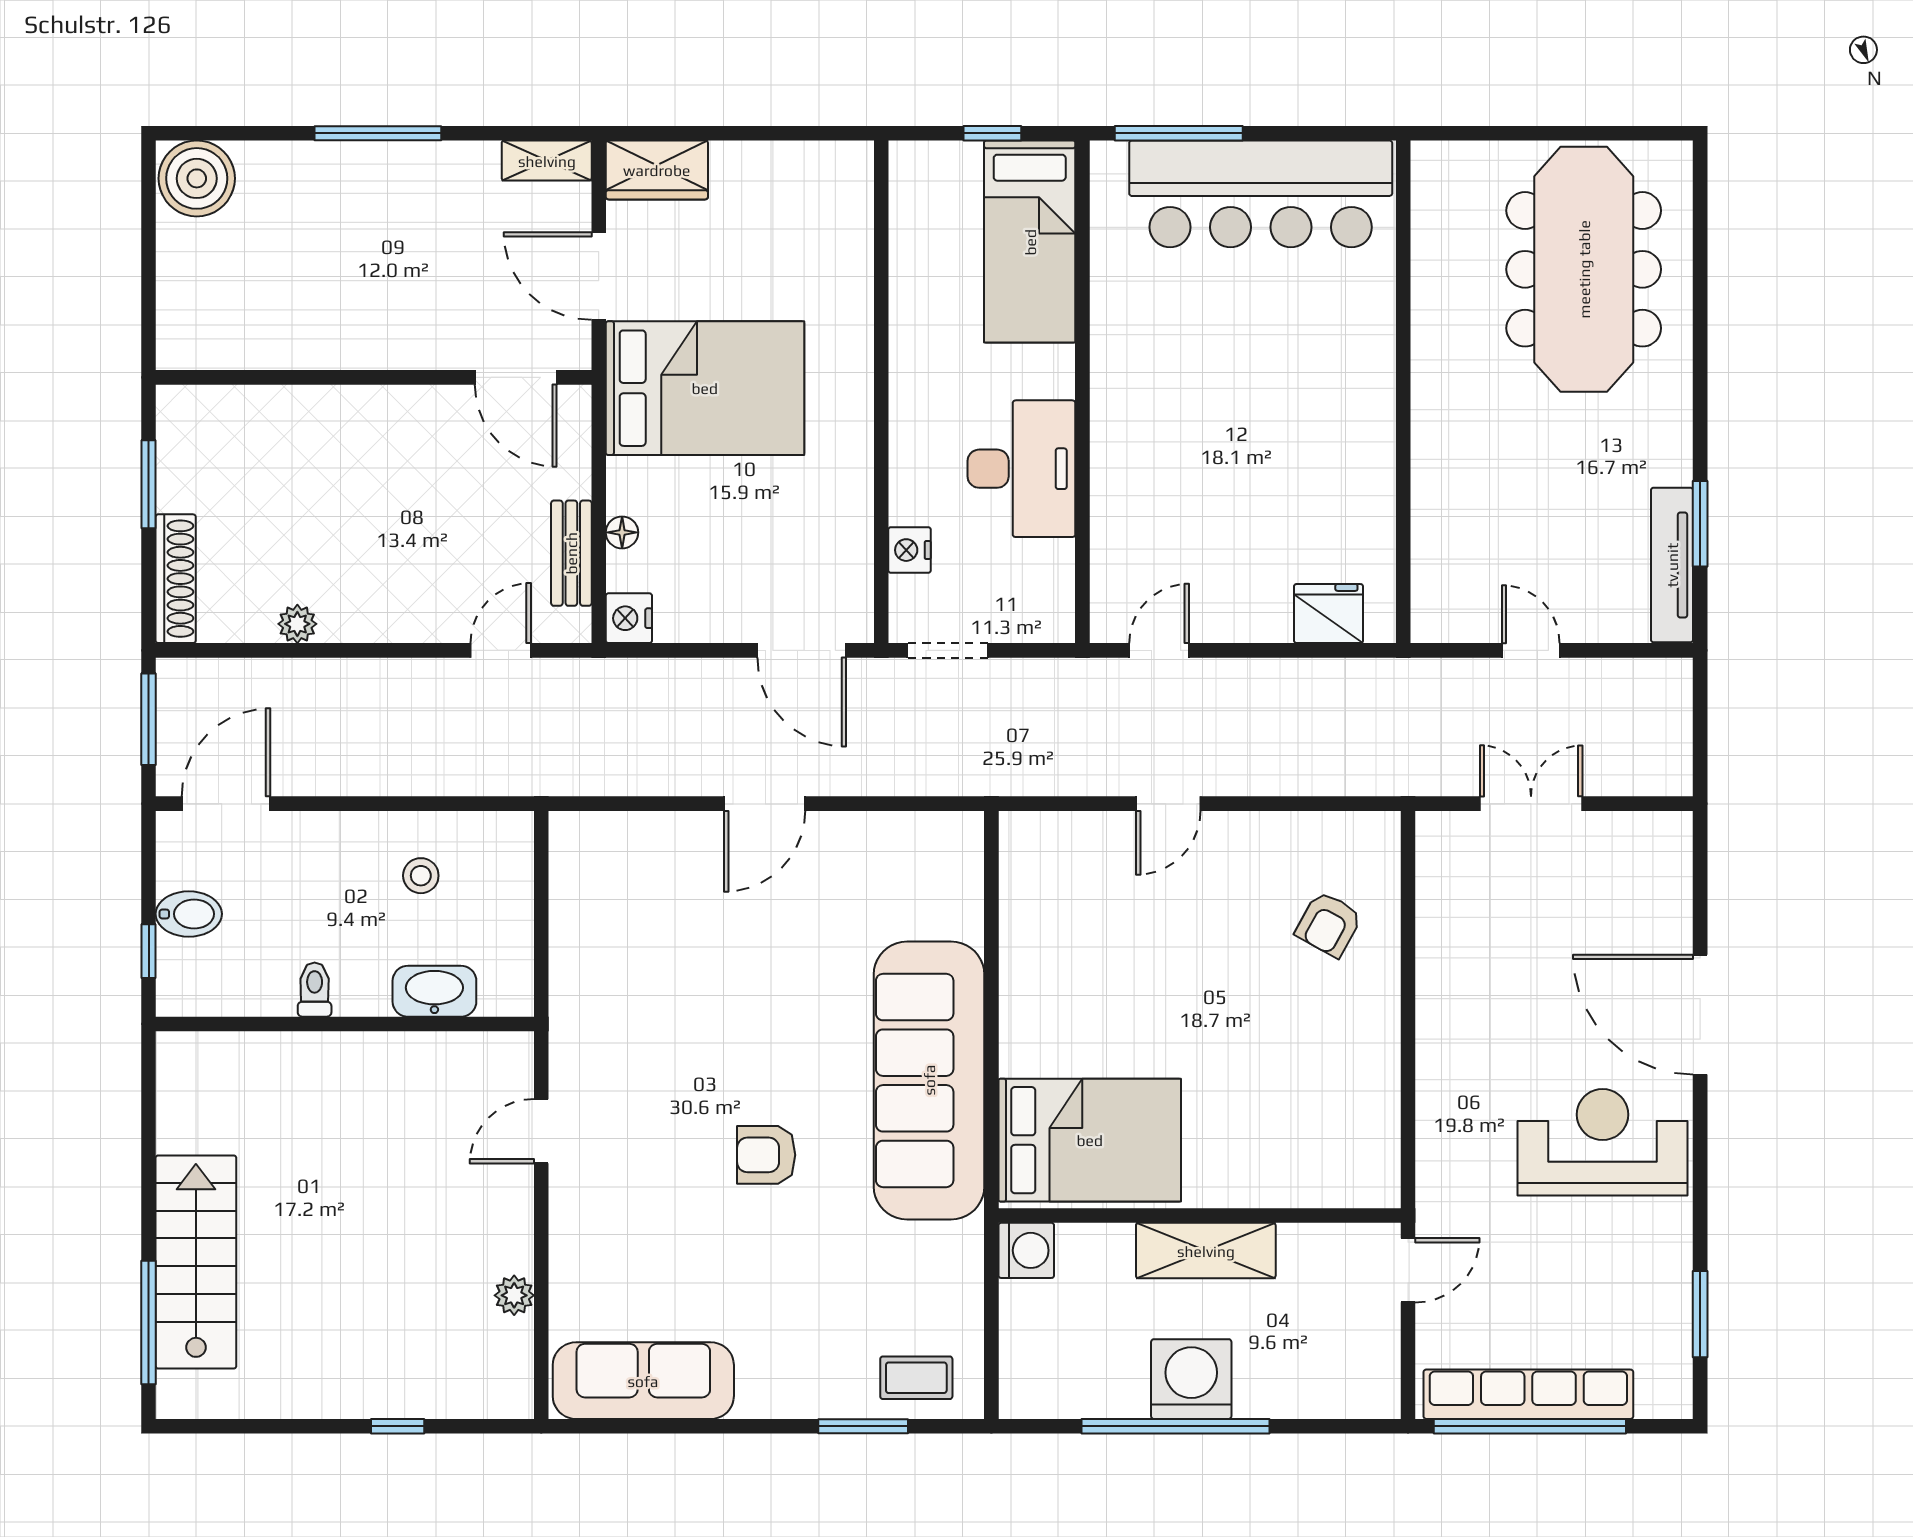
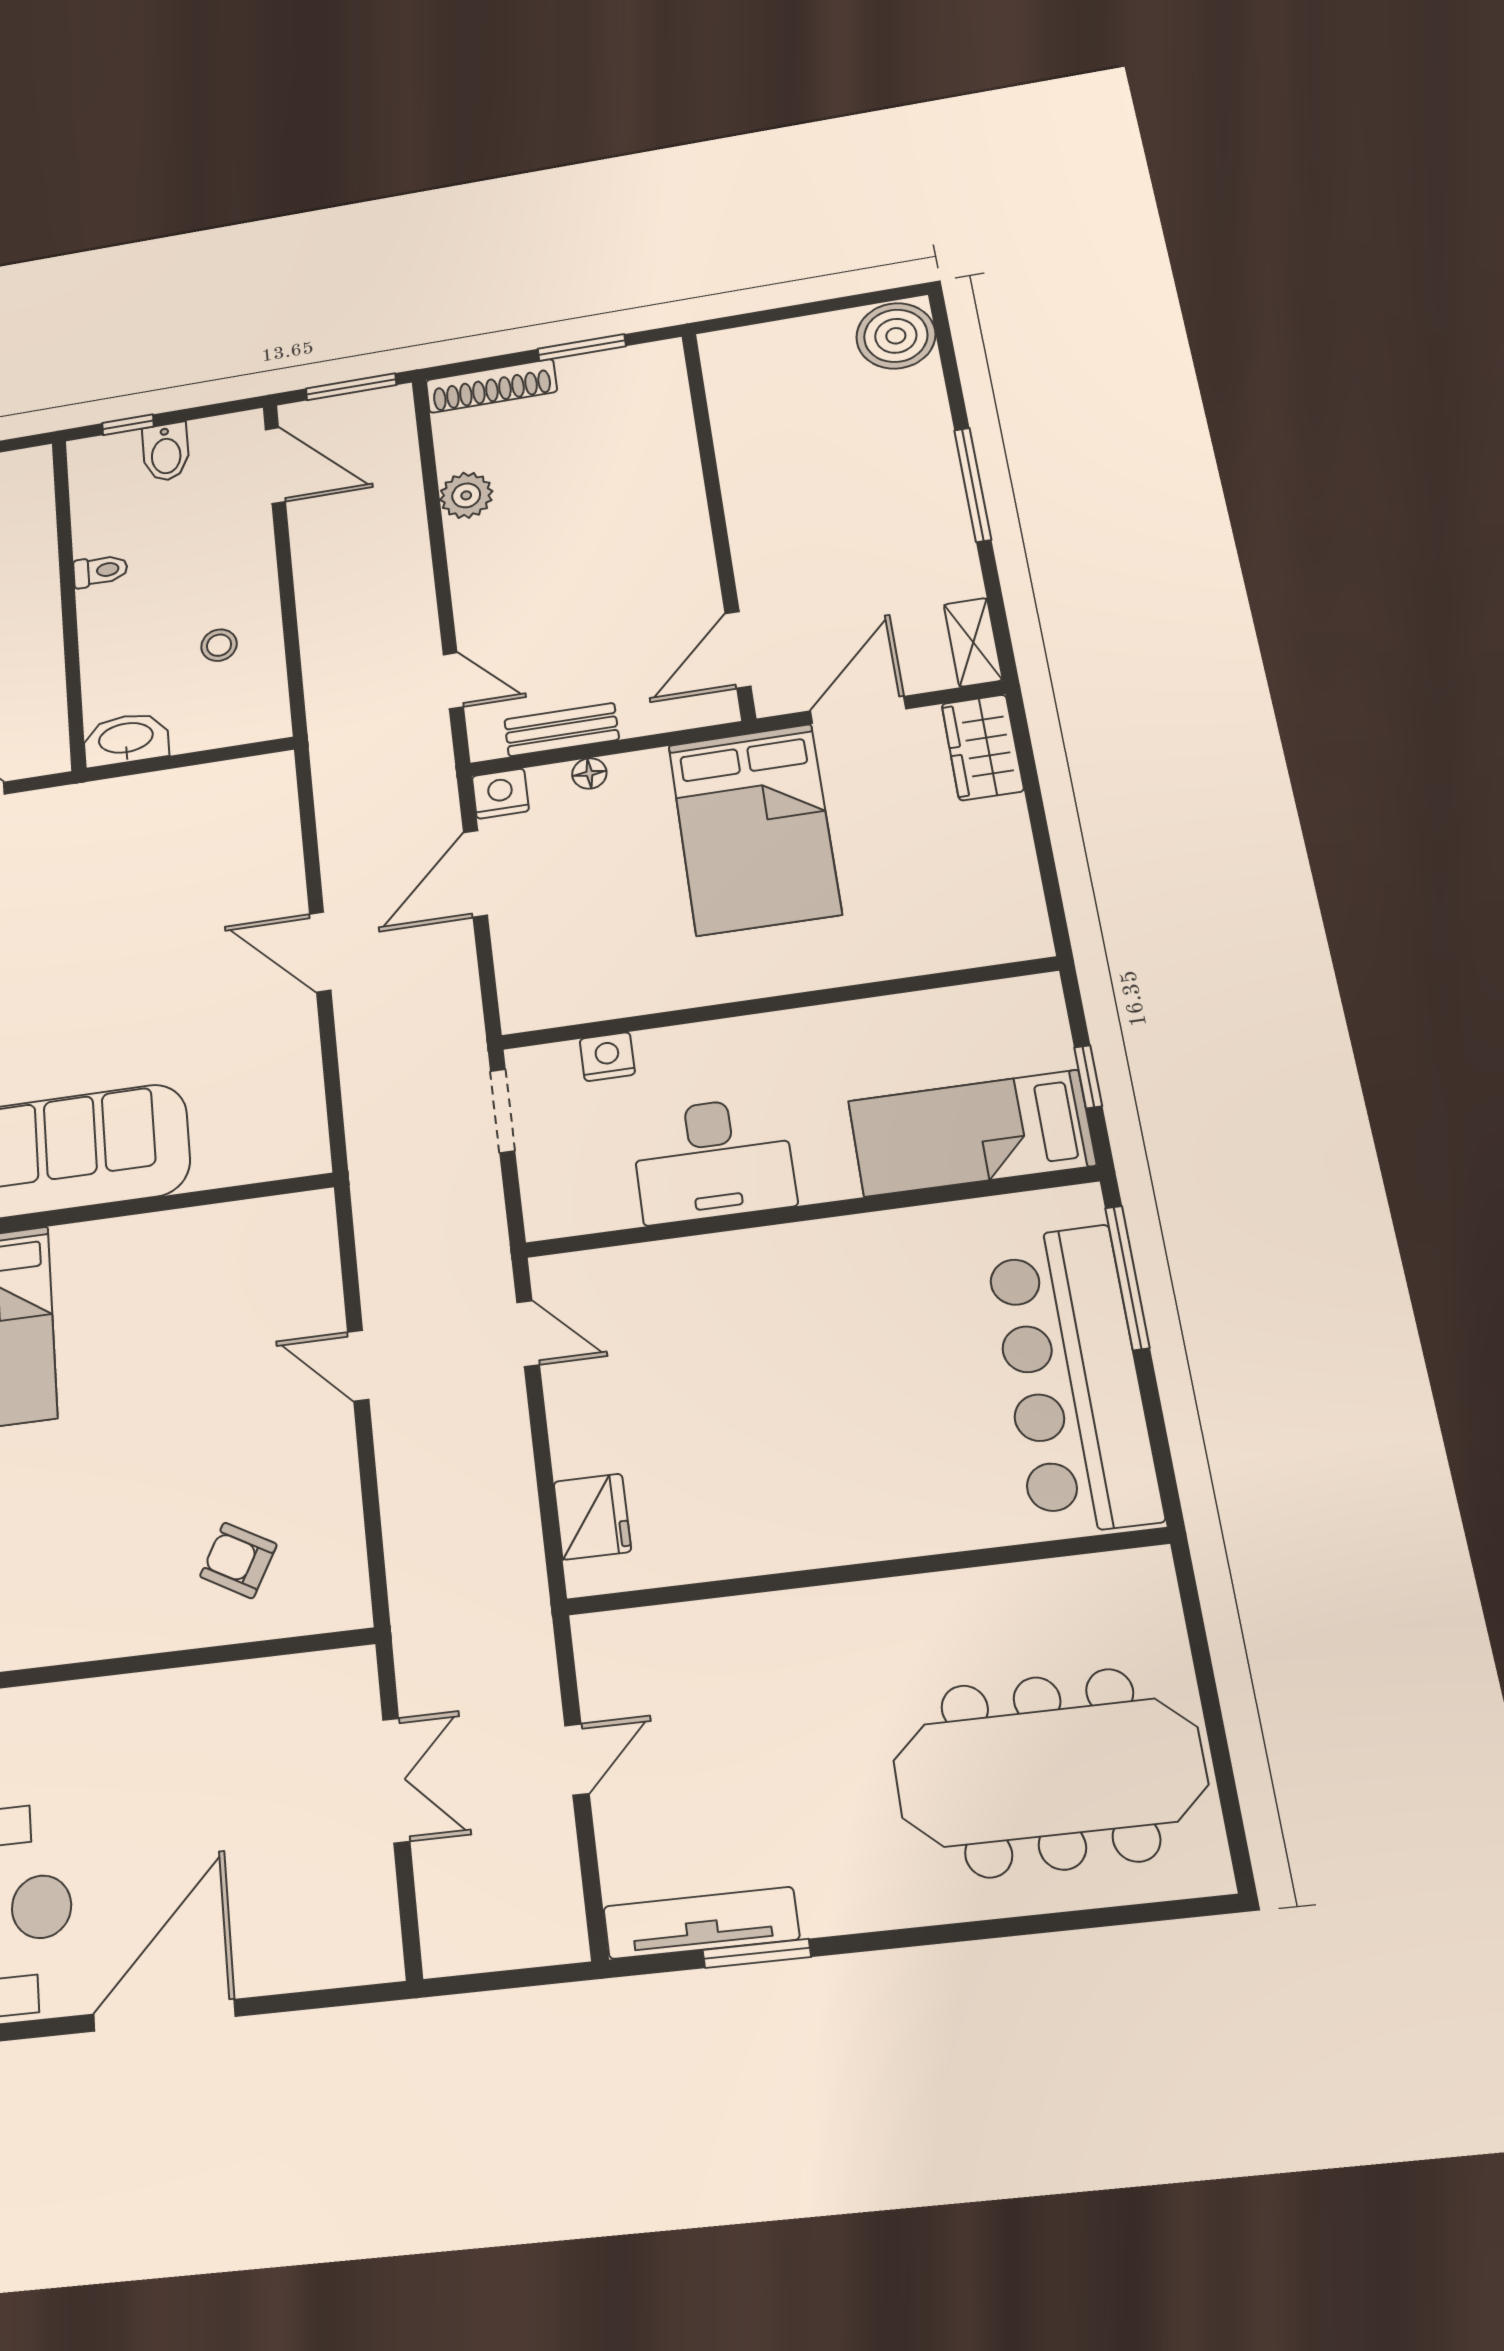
plant: (297, 624) -> (466, 495), width x1.38, depth x1.38
door: (802, 650) -> (475, 874), moved
washbasin: (434, 991) -> (126, 739), moved, turned -90

